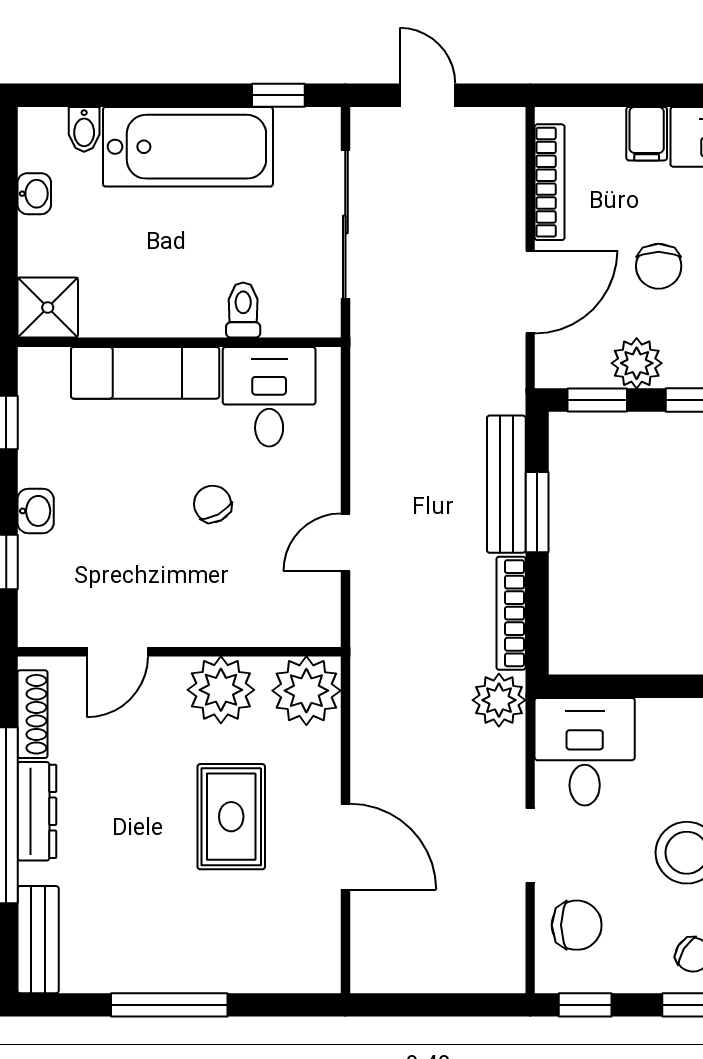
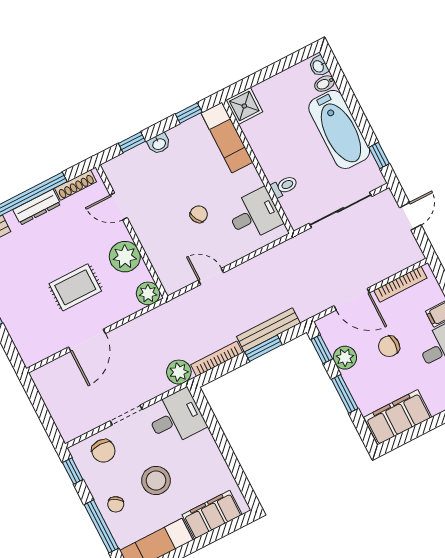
washbasin: (34, 194) -> (319, 66), moved, turned 90
exam couch: (145, 373) -> (227, 138), moved
plant: (306, 691) -> (148, 293), width x0.73, depth x0.73

